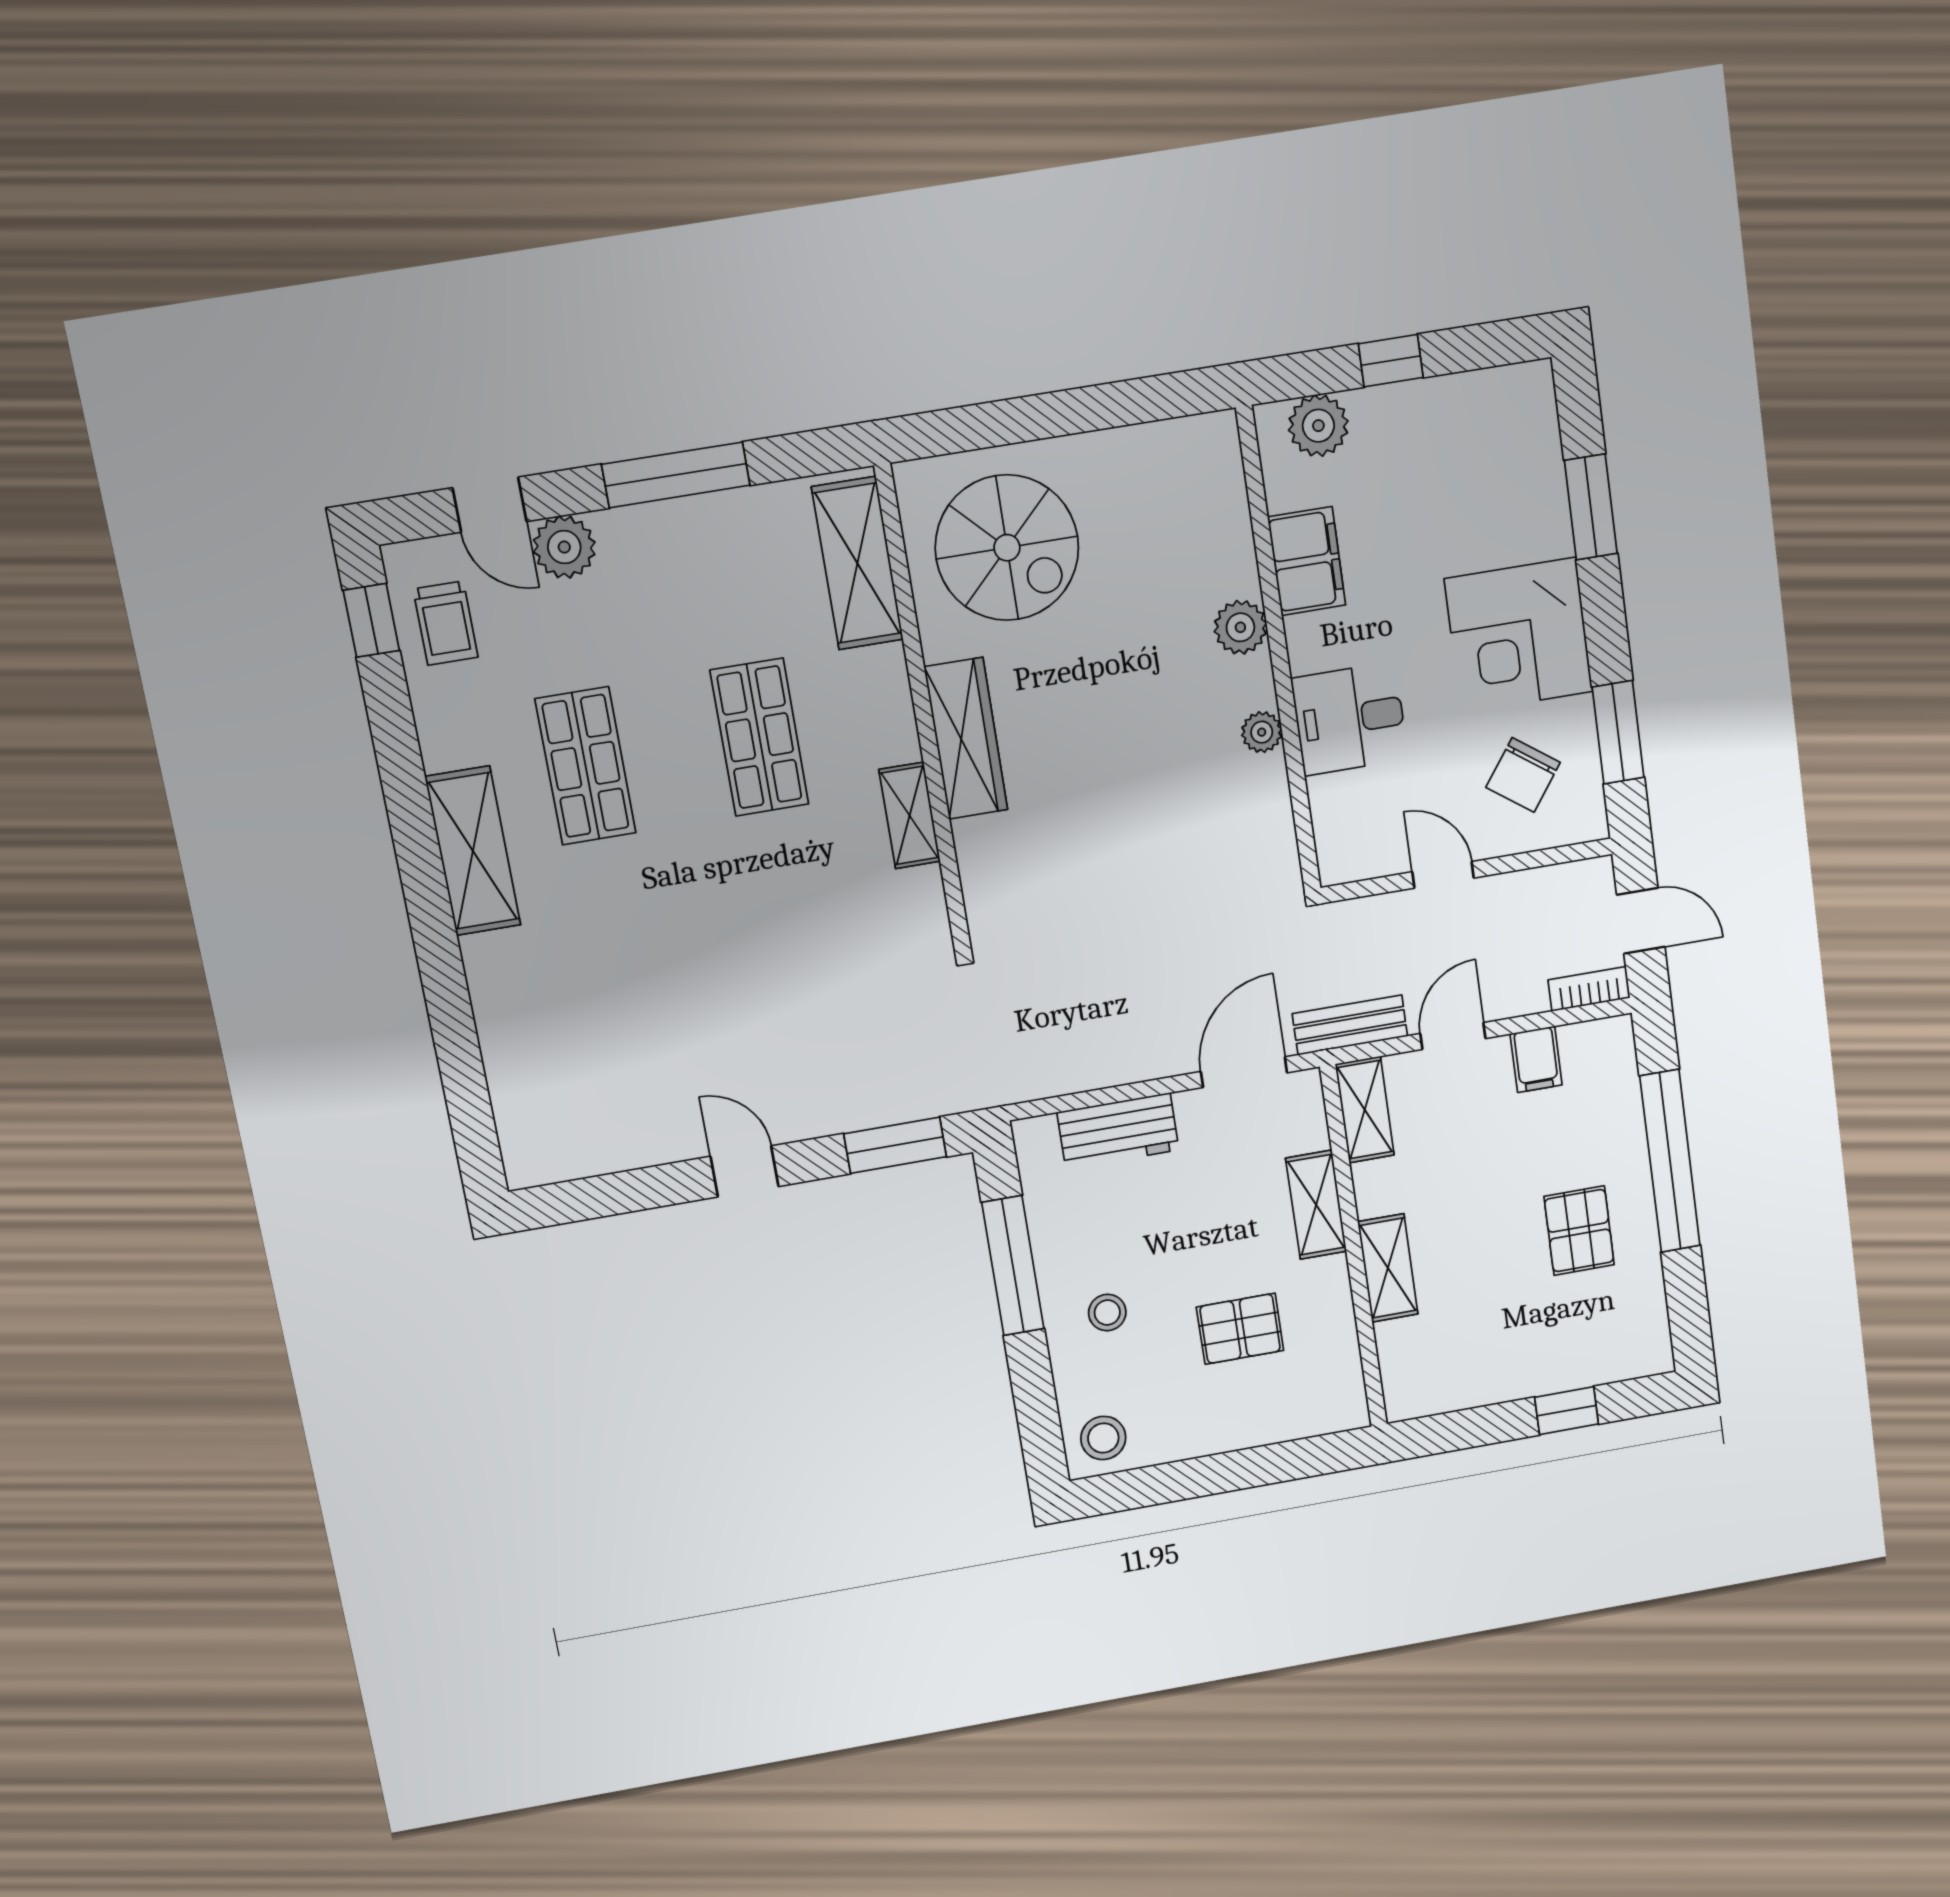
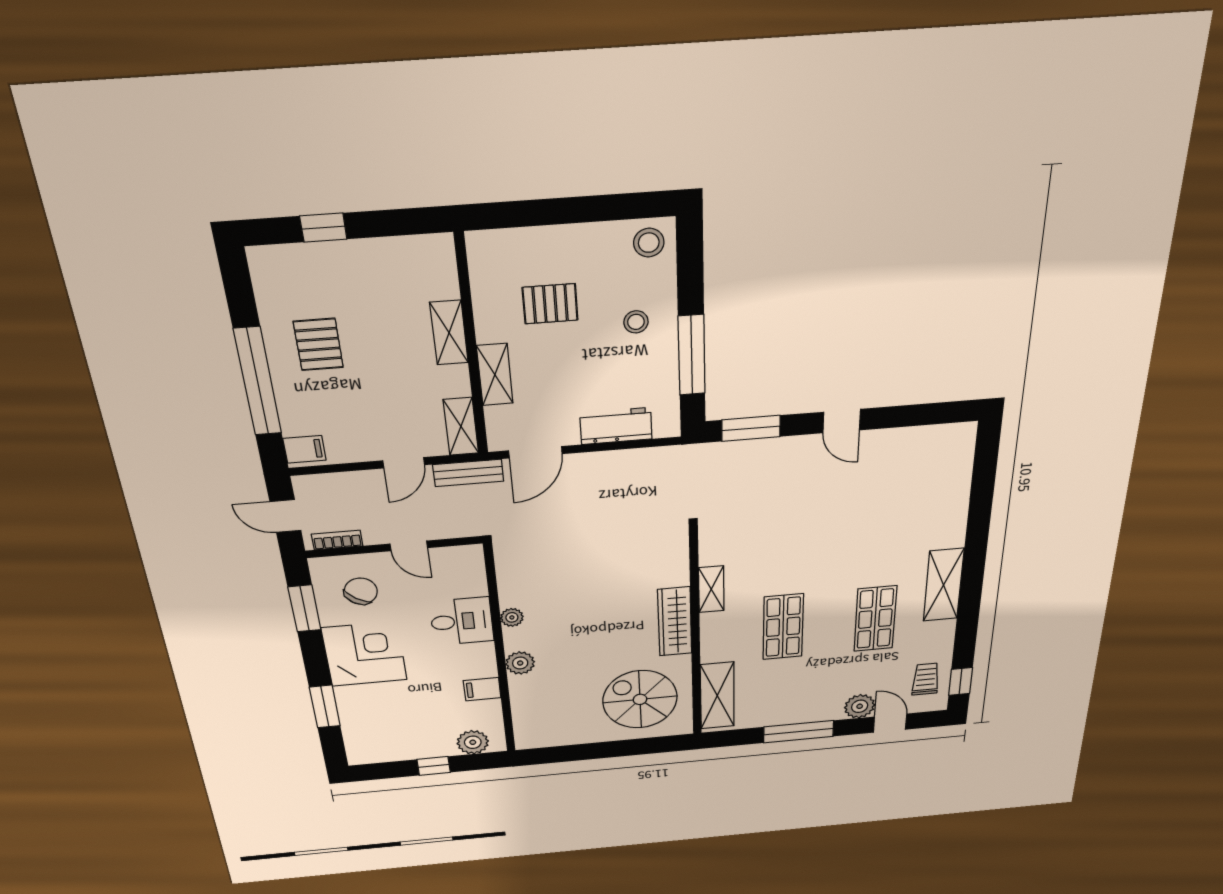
filing cabinet: (1307, 561) -> (482, 689), width x0.50
bookcase: (1589, 989) -> (337, 540), moved, turned 180
filing cabinet: (1536, 1059) -> (304, 449), moved, turned 90

